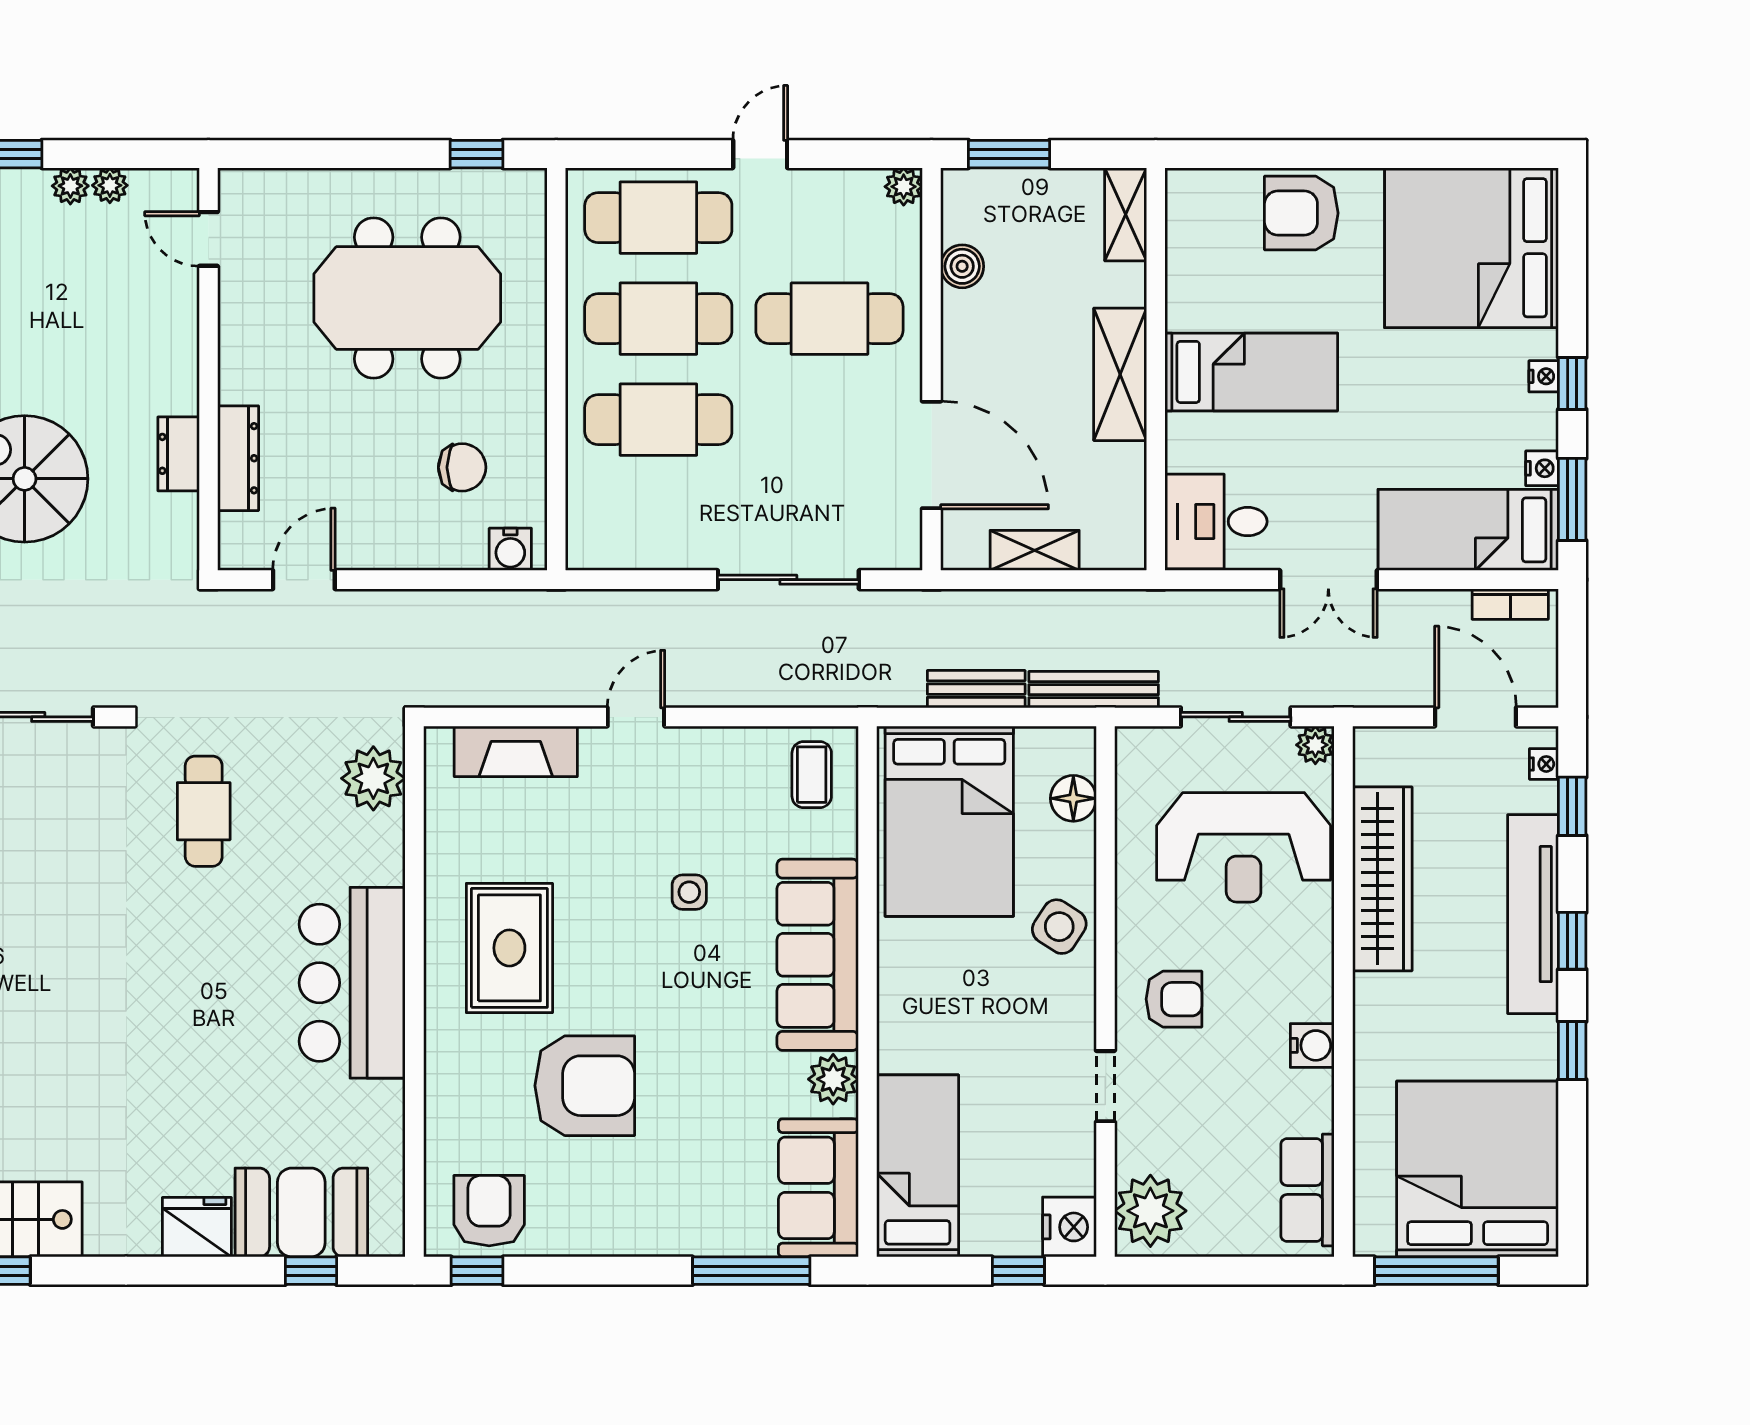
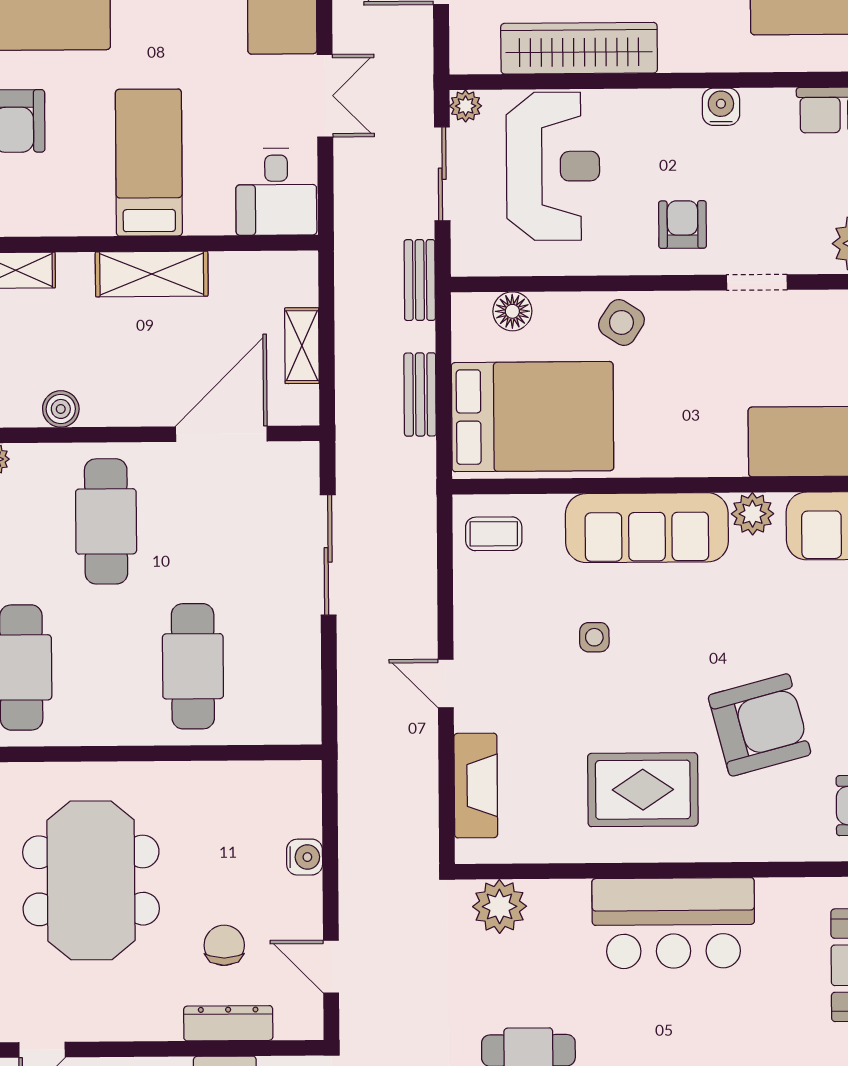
cafe table: (658, 319) -> (107, 667), removed
chair: (462, 467) -> (224, 945), moved
water cooler: (510, 549) -> (305, 857), moved
bench: (1094, 690) -> (420, 280), width x0.73
armchair: (585, 1086) -> (759, 725), turned 75

